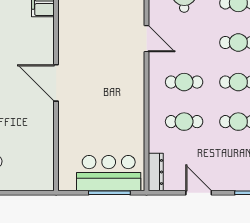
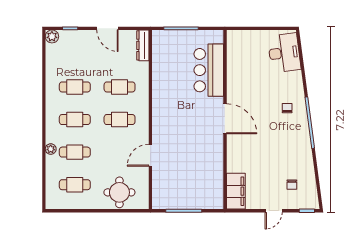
door: (146, 39) -> (150, 155), hinge flipped
bar counter: (109, 173) -> (209, 70), moved, turned 90

